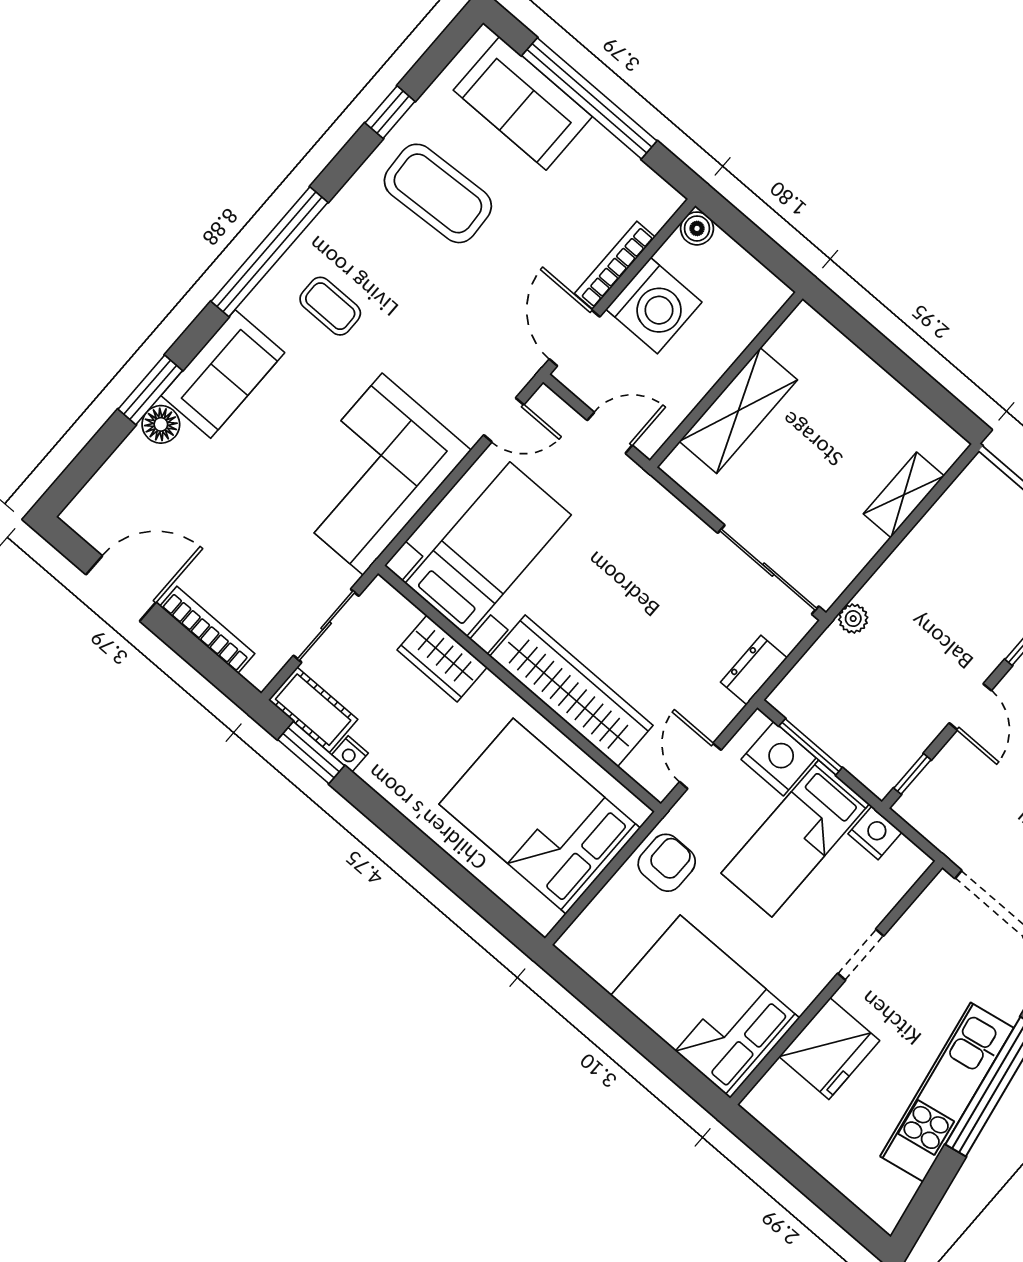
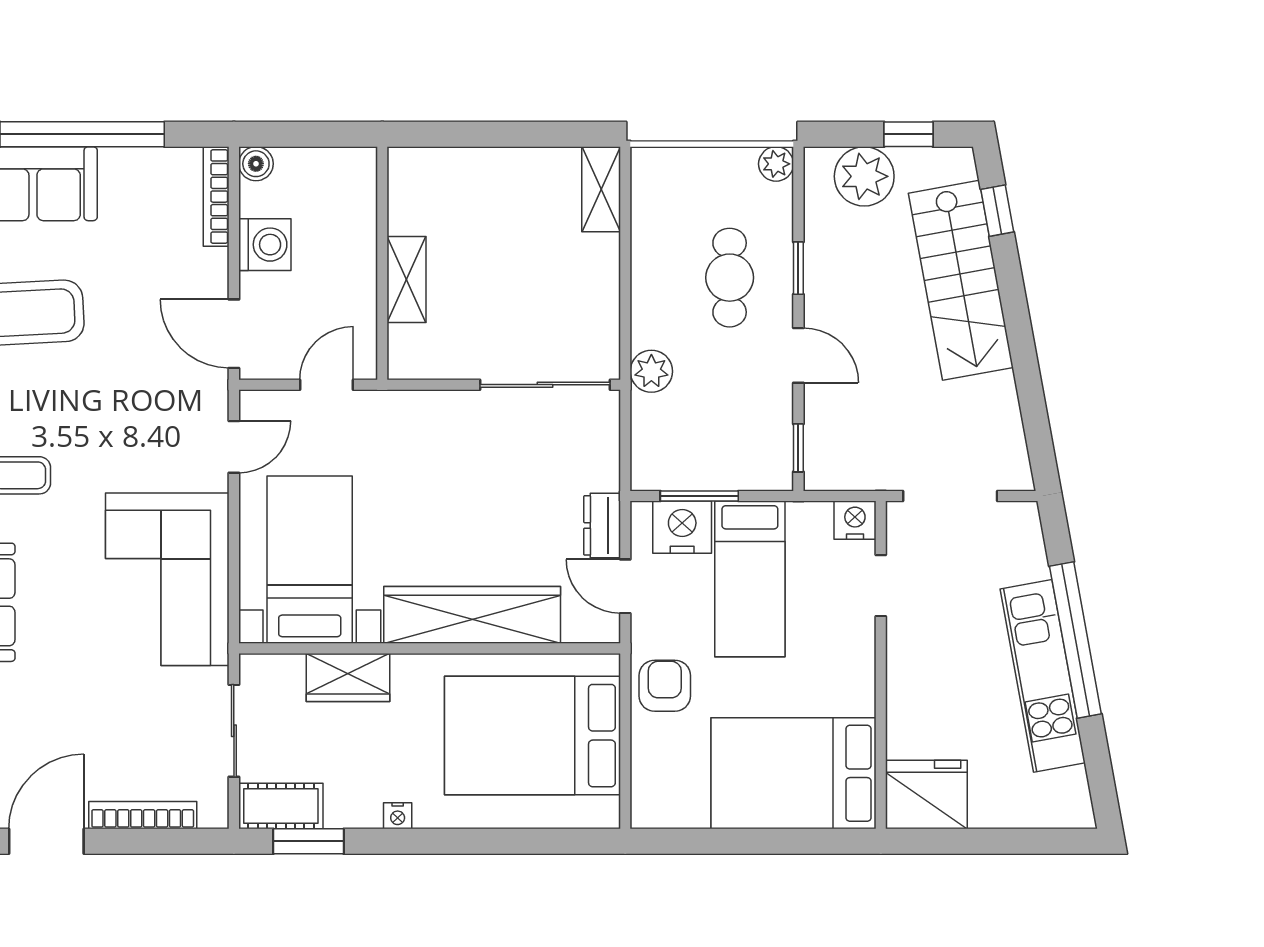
bookcase: (615, 265) -> (216, 197), moved
washing machine: (654, 306) -> (265, 245), width x0.73, depth x0.73
shelving: (738, 411) -> (407, 279), width x0.67, depth x0.75
shelving: (904, 495) -> (601, 189), moved
cafe table: (969, 607) -> (730, 278), added
plant: (853, 619) -> (651, 371), width x1.38, depth x1.38
dresser: (754, 670) -> (602, 525), moved
nightstand: (350, 754) -> (398, 816), moved
nightstand: (875, 833) -> (855, 520), moved
doorway: (861, 955) -> (881, 586), moved
fridge: (829, 1049) -> (926, 794), moved, turned -90

